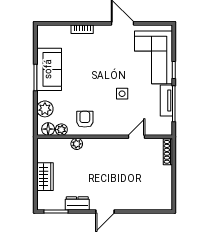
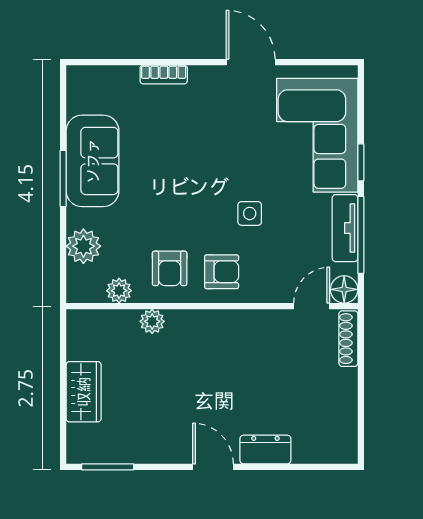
armchair: (85, 119) -> (170, 268), turned 180
armchair: (109, 121) -> (222, 272), added
floor lamp: (48, 129) -> (344, 289), moved
door: (137, 137) -> (312, 306), moved
dresser: (77, 203) -> (265, 450), moved
door: (105, 211) -> (213, 467), swing flipped

